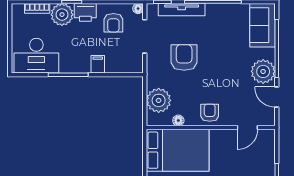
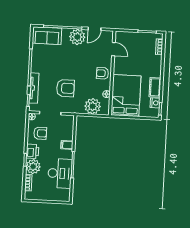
desk: (36, 56) -> (60, 173), moved
armchair: (184, 58) -> (65, 88), turned 180

